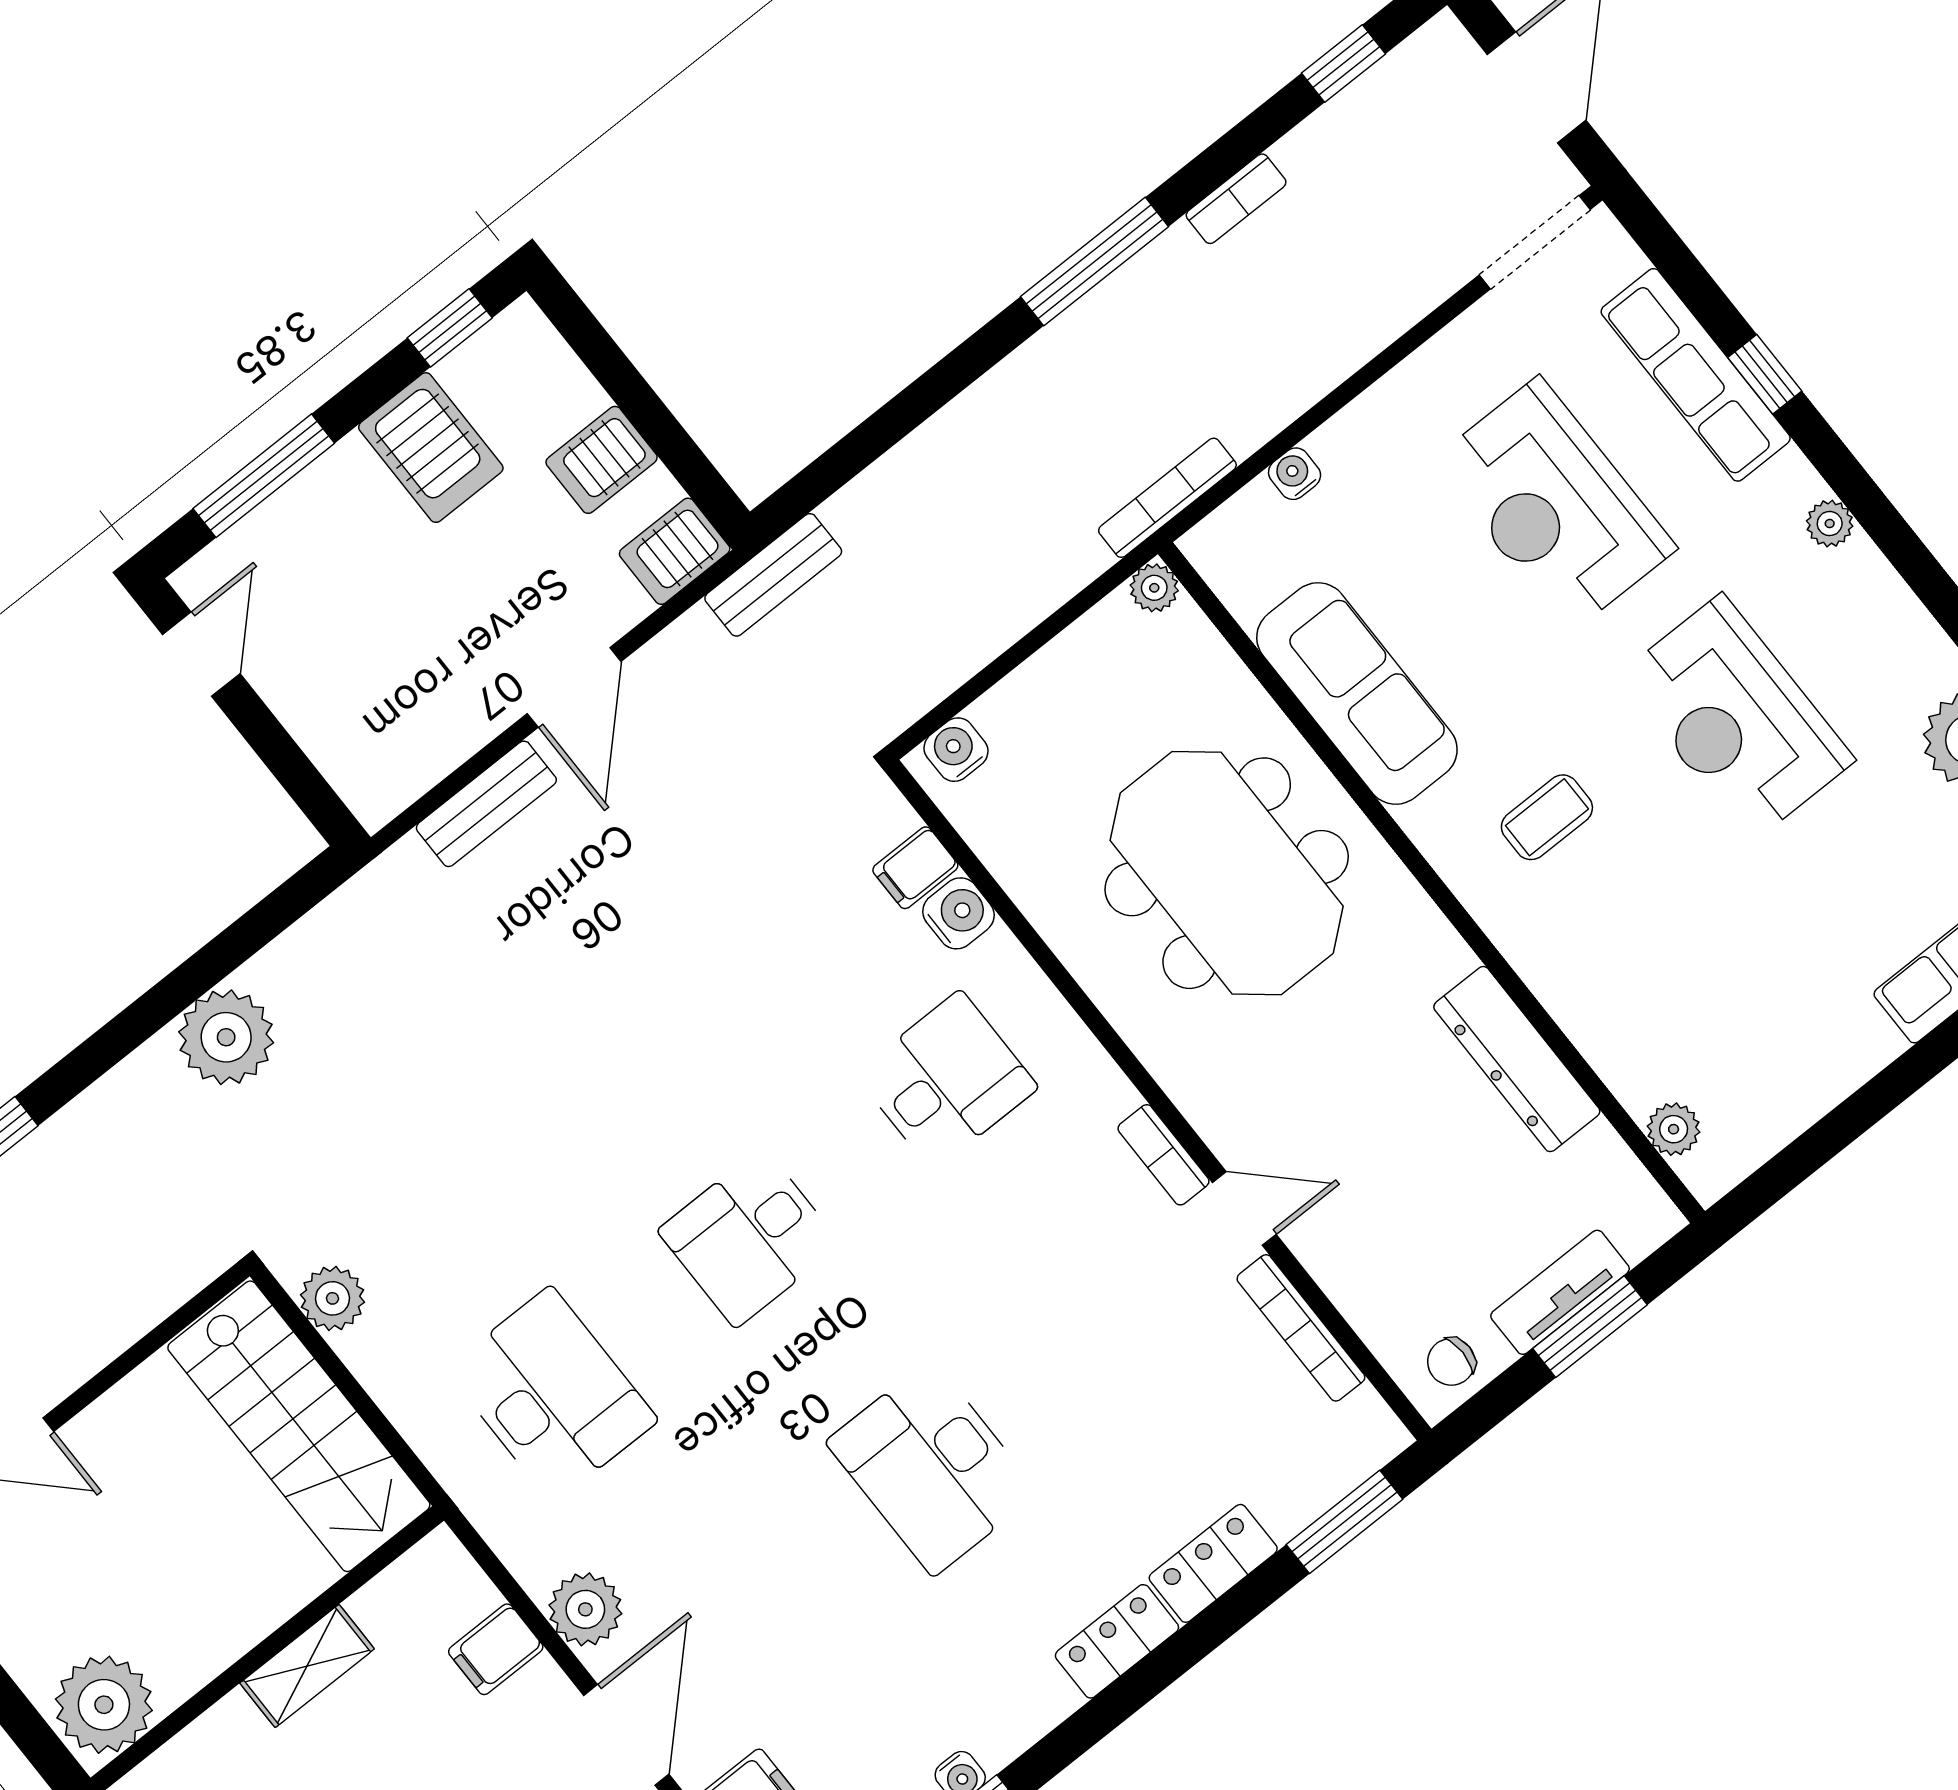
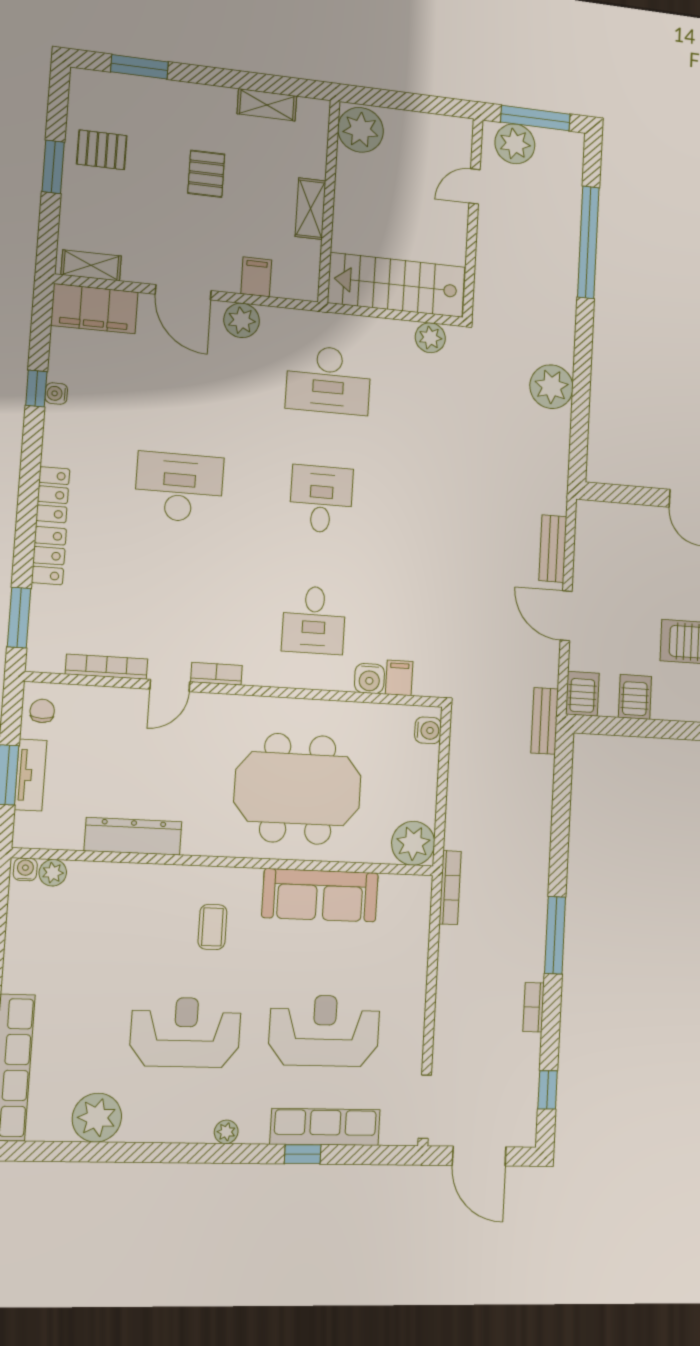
water cooler: (1295, 474) -> (25, 869), moved, turned -90
plant: (1154, 588) -> (413, 843), width x1.87, depth x1.87

